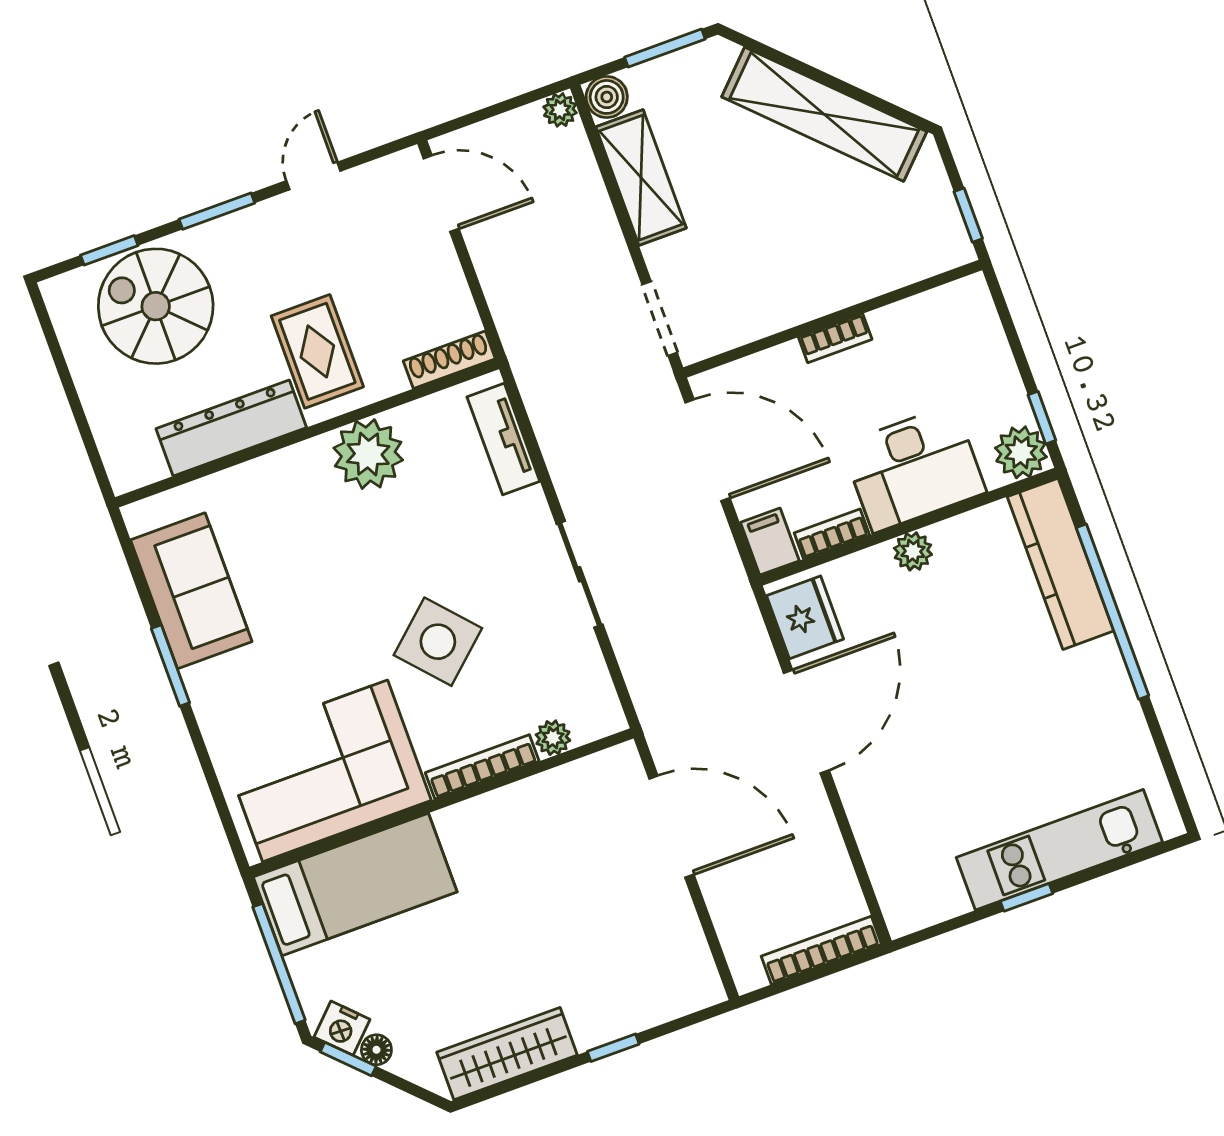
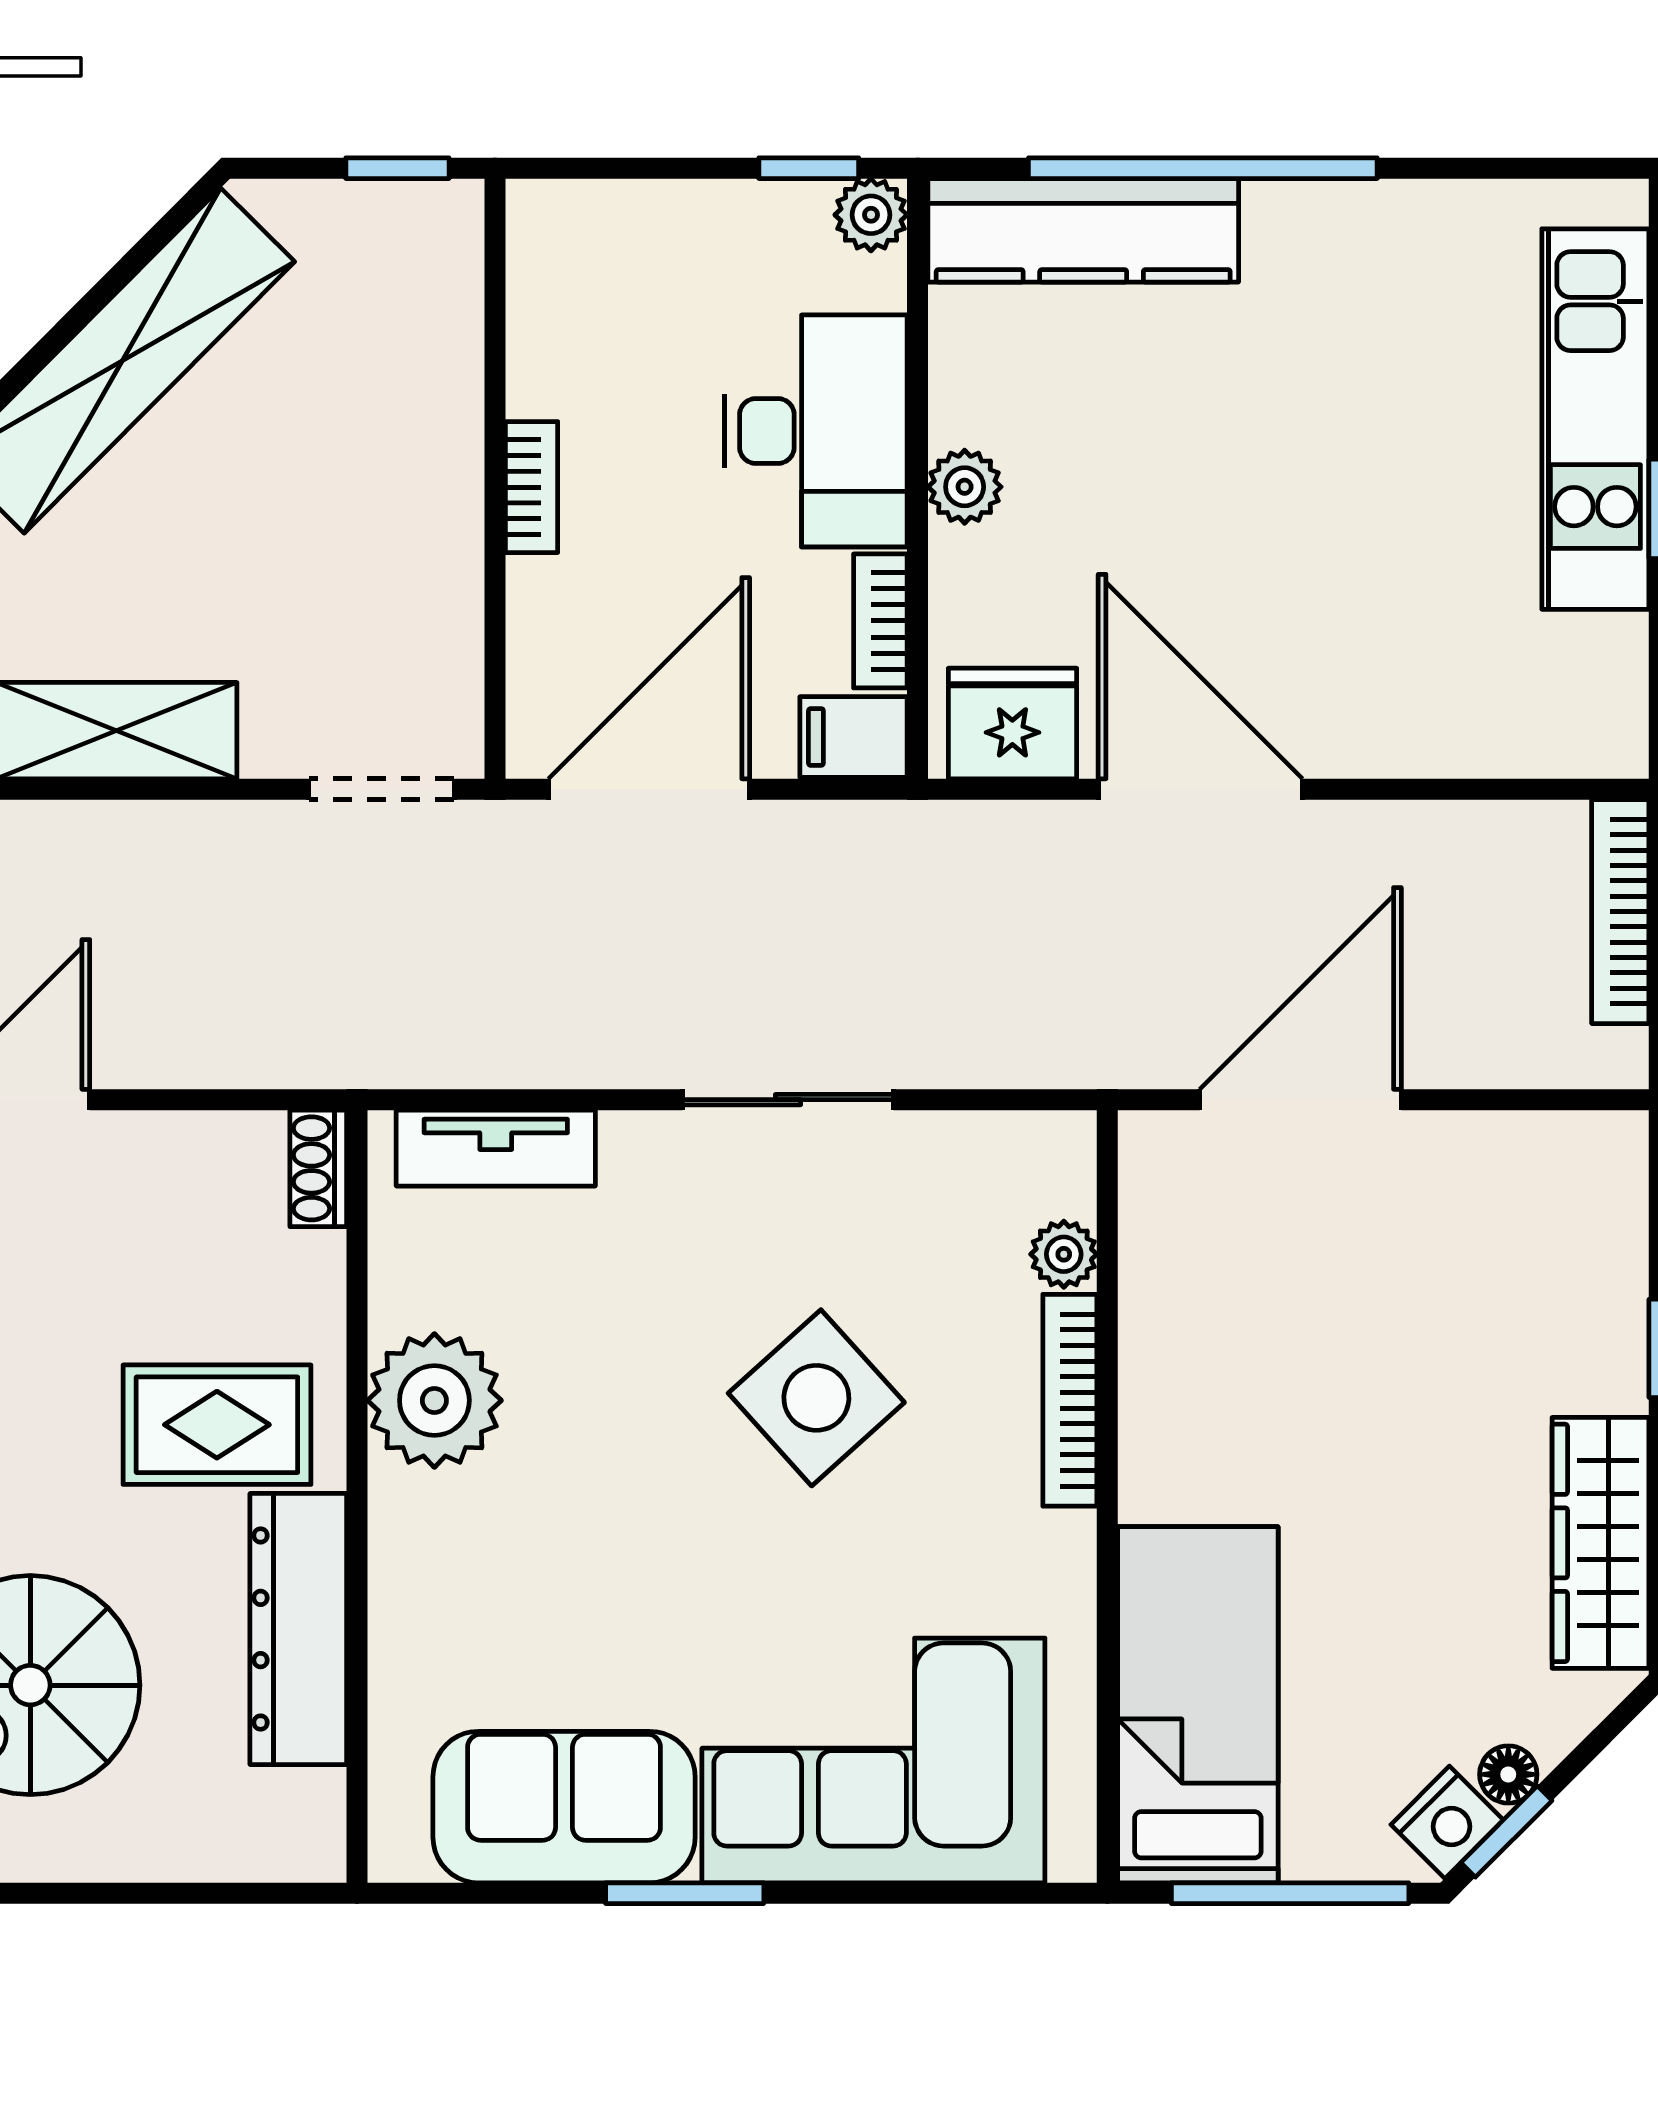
shoe rack: (449, 360) -> (318, 1168), width x0.70
plant: (1021, 452) -> (871, 215), width x0.73, depth x0.73
corner sofa: (325, 771) -> (873, 1760), moved, turned 90

